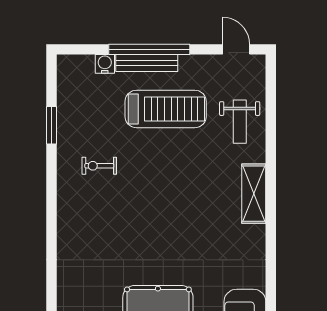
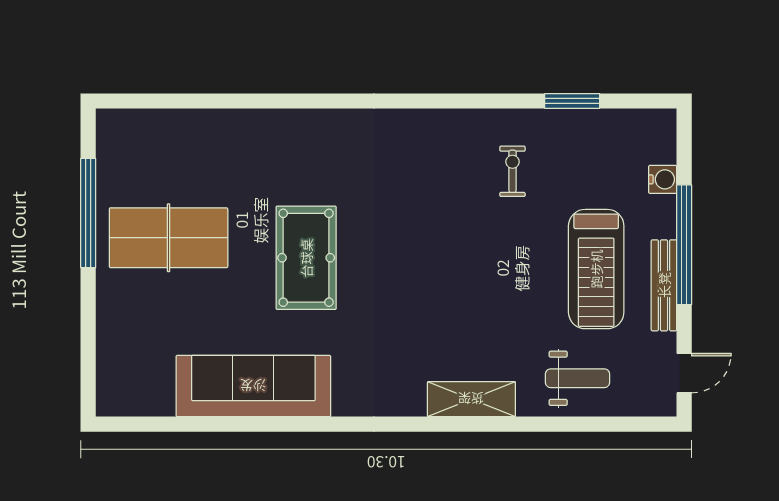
bench: (147, 63) -> (664, 285), moved
weight bench: (240, 122) -> (578, 378), turned 180

